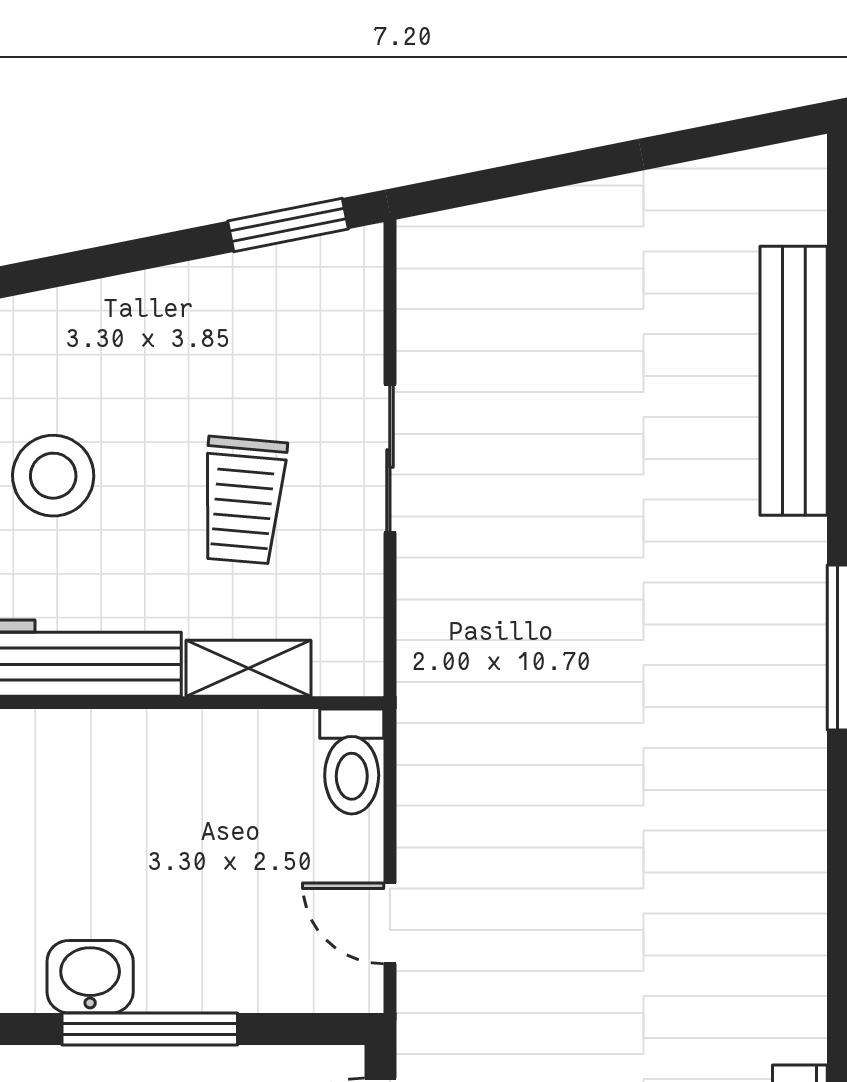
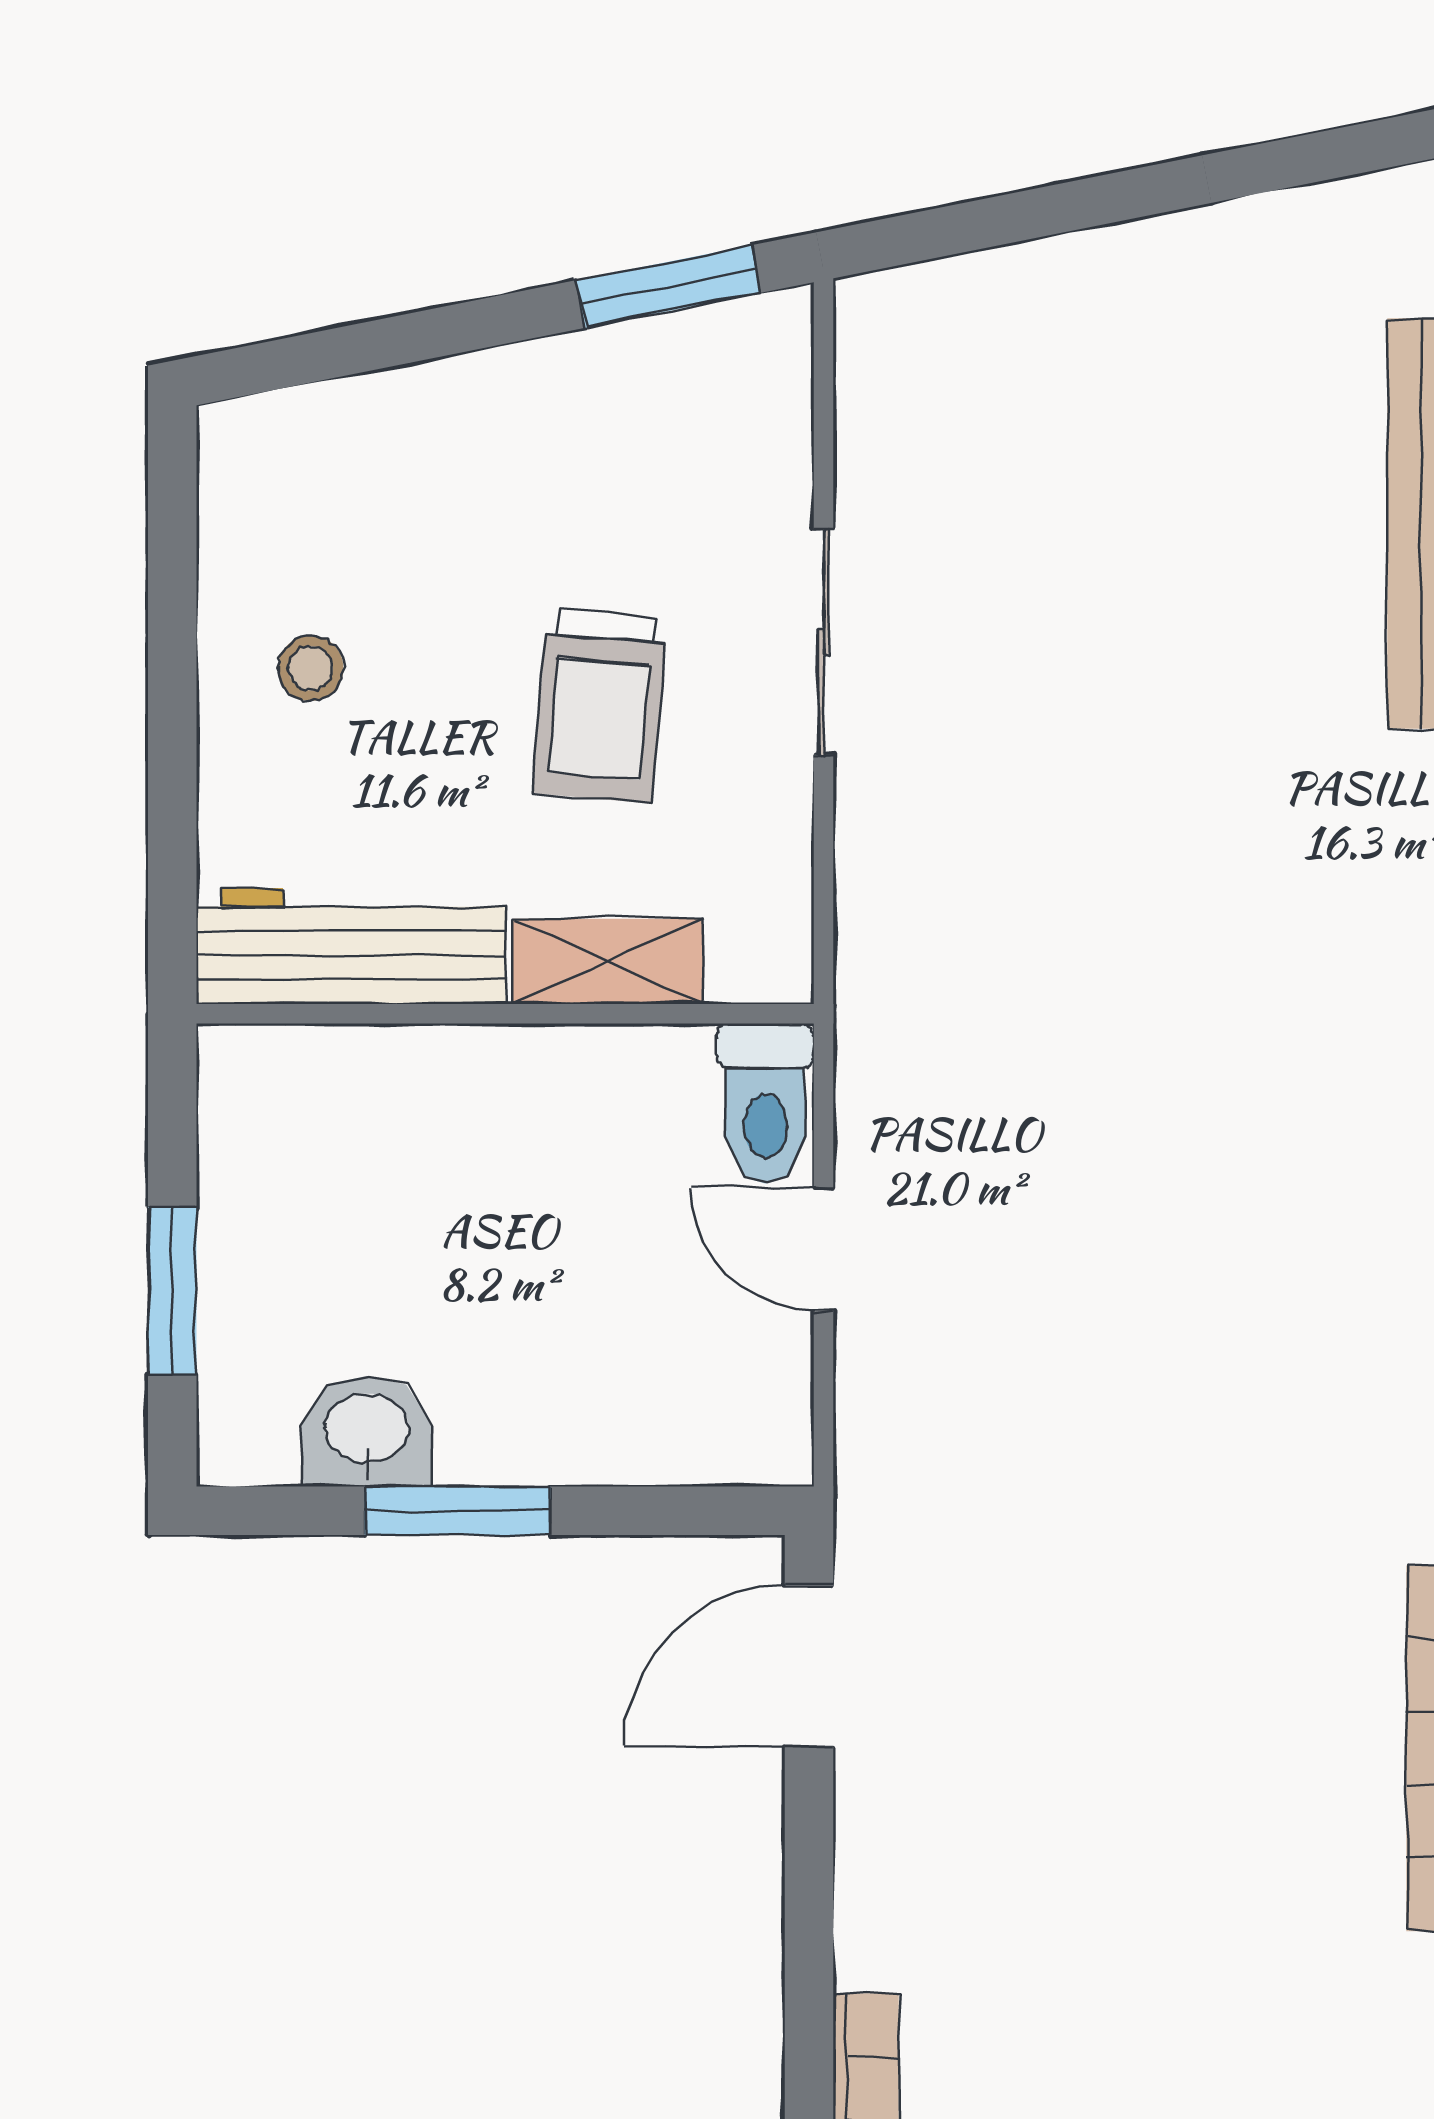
stool: (53, 476) -> (311, 668), width x0.53, depth x0.53
door: (390, 923) -> (824, 1249), moved
window: (150, 1029) -> (458, 1511), width x0.69

